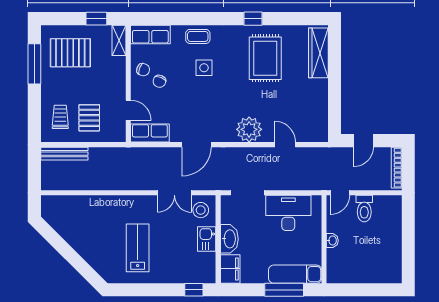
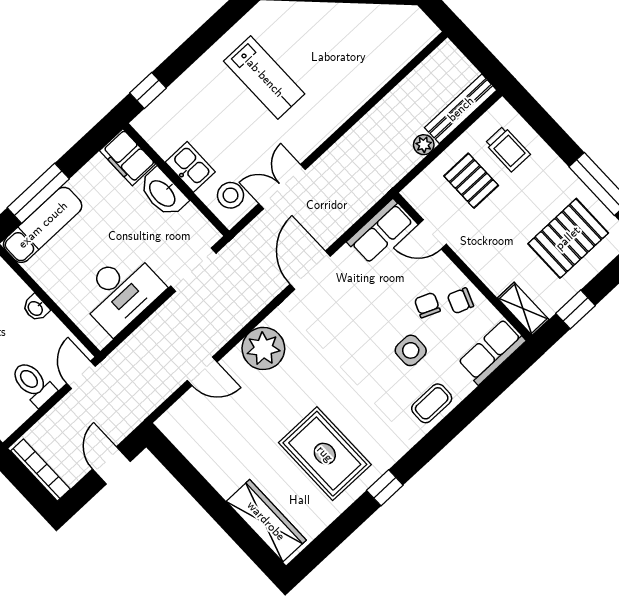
side table: (204, 68) -> (411, 350), moved
plant: (95, 153) -> (424, 145), added

